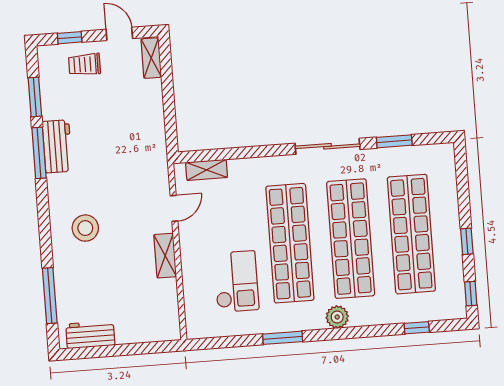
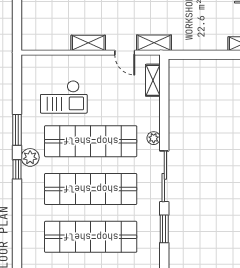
plant: (280, 164) -> (154, 138), added
shelving: (159, 172) -> (154, 43), added
plant: (337, 317) -> (30, 157), moved
window: (417, 328) -> (17, 169), moved

